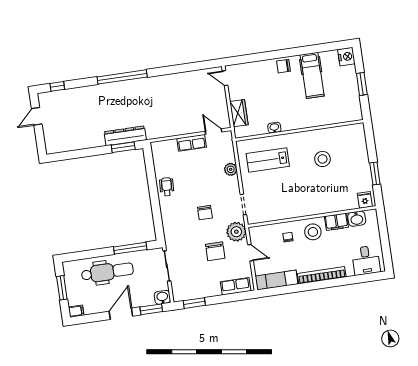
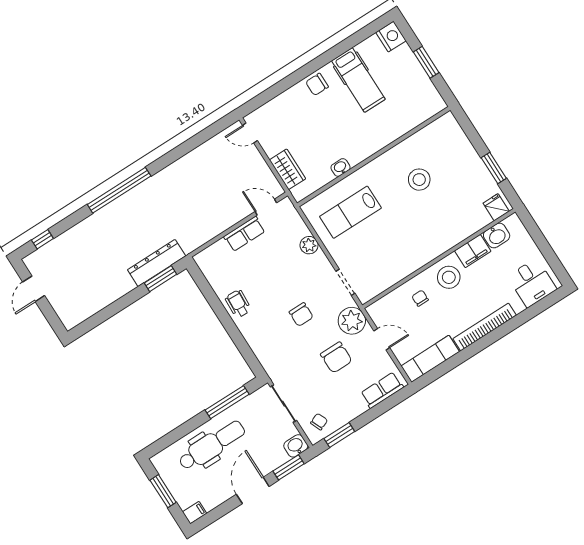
chair: (185, 288) -> (319, 422), added

